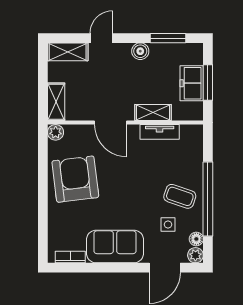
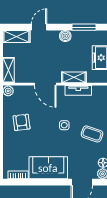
armchair: (75, 179) -> (21, 122), width x0.53, depth x0.53
side table: (168, 225) -> (64, 125), moved

